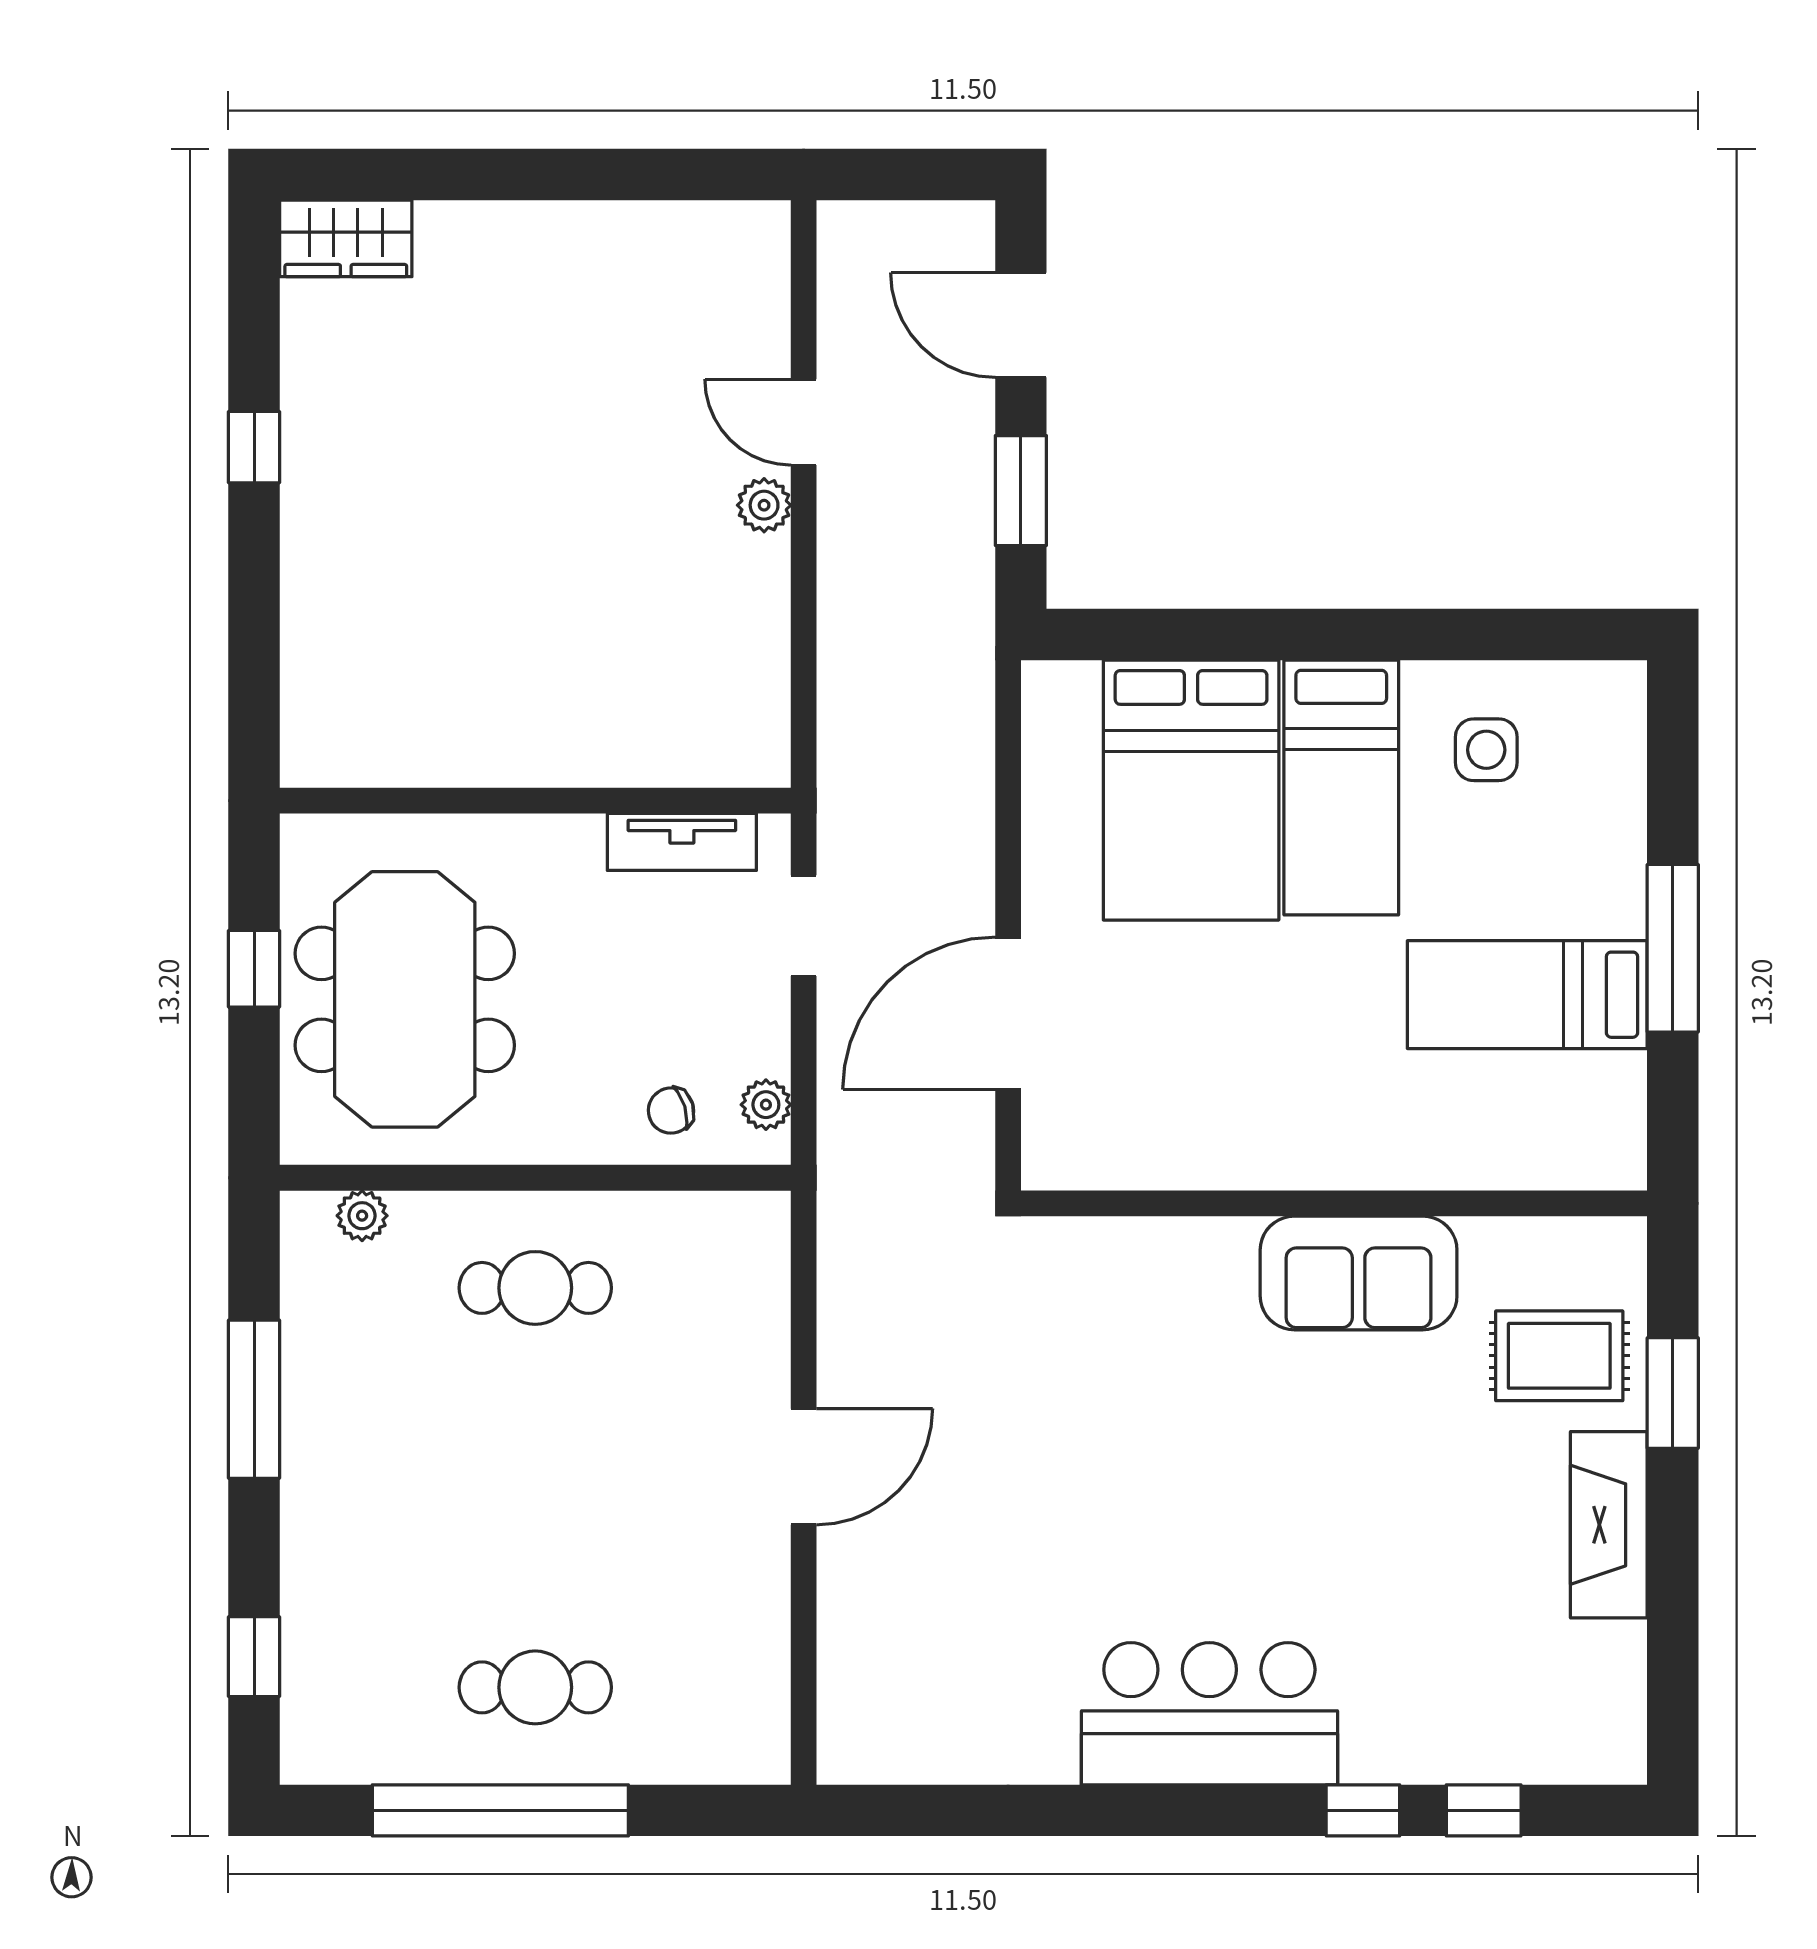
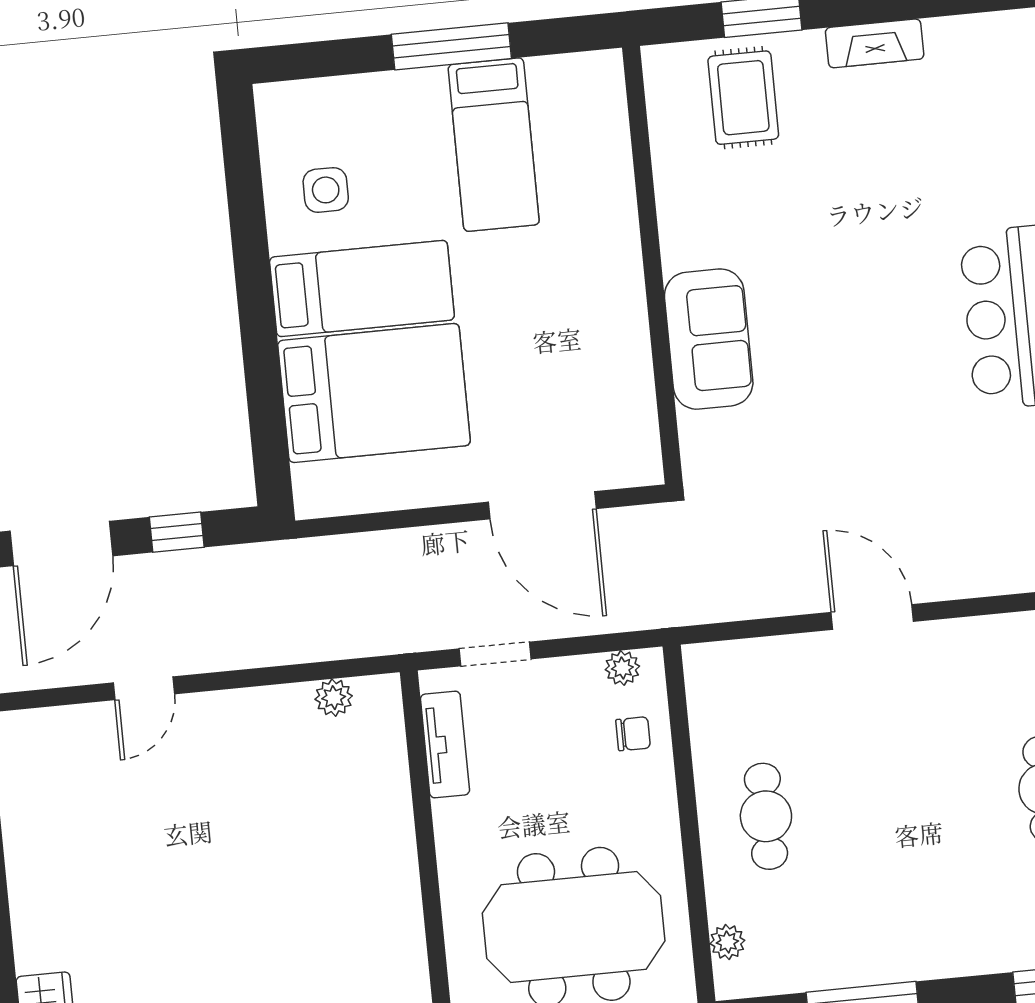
door: (1021, 325) -> (61, 543), width x1.36
window: (1021, 491) -> (177, 532), width x0.67
plant: (764, 505) -> (334, 698), moved
chair: (671, 1111) -> (633, 734), turned -73
sofa: (1359, 1273) -> (709, 339), moved
fireplace: (1609, 1525) -> (875, 43), width x0.73, depth x0.76

